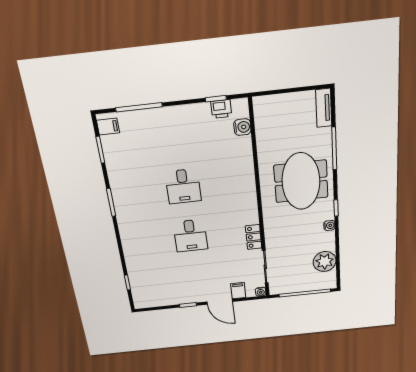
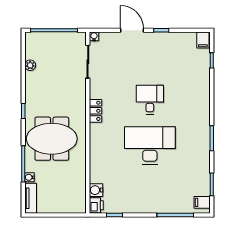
printer: (221, 109) -> (96, 205), moved, turned 90
meeting table: (301, 181) -> (52, 139), turned 90
desk: (183, 186) -> (150, 146), width x1.87, depth x1.30
water cooler: (329, 225) -> (29, 177), moved
locker: (254, 237) -> (96, 111), moved
plant: (325, 262) -> (30, 65), width x0.53, depth x0.53
filing cabinet: (238, 291) -> (203, 40), moved

